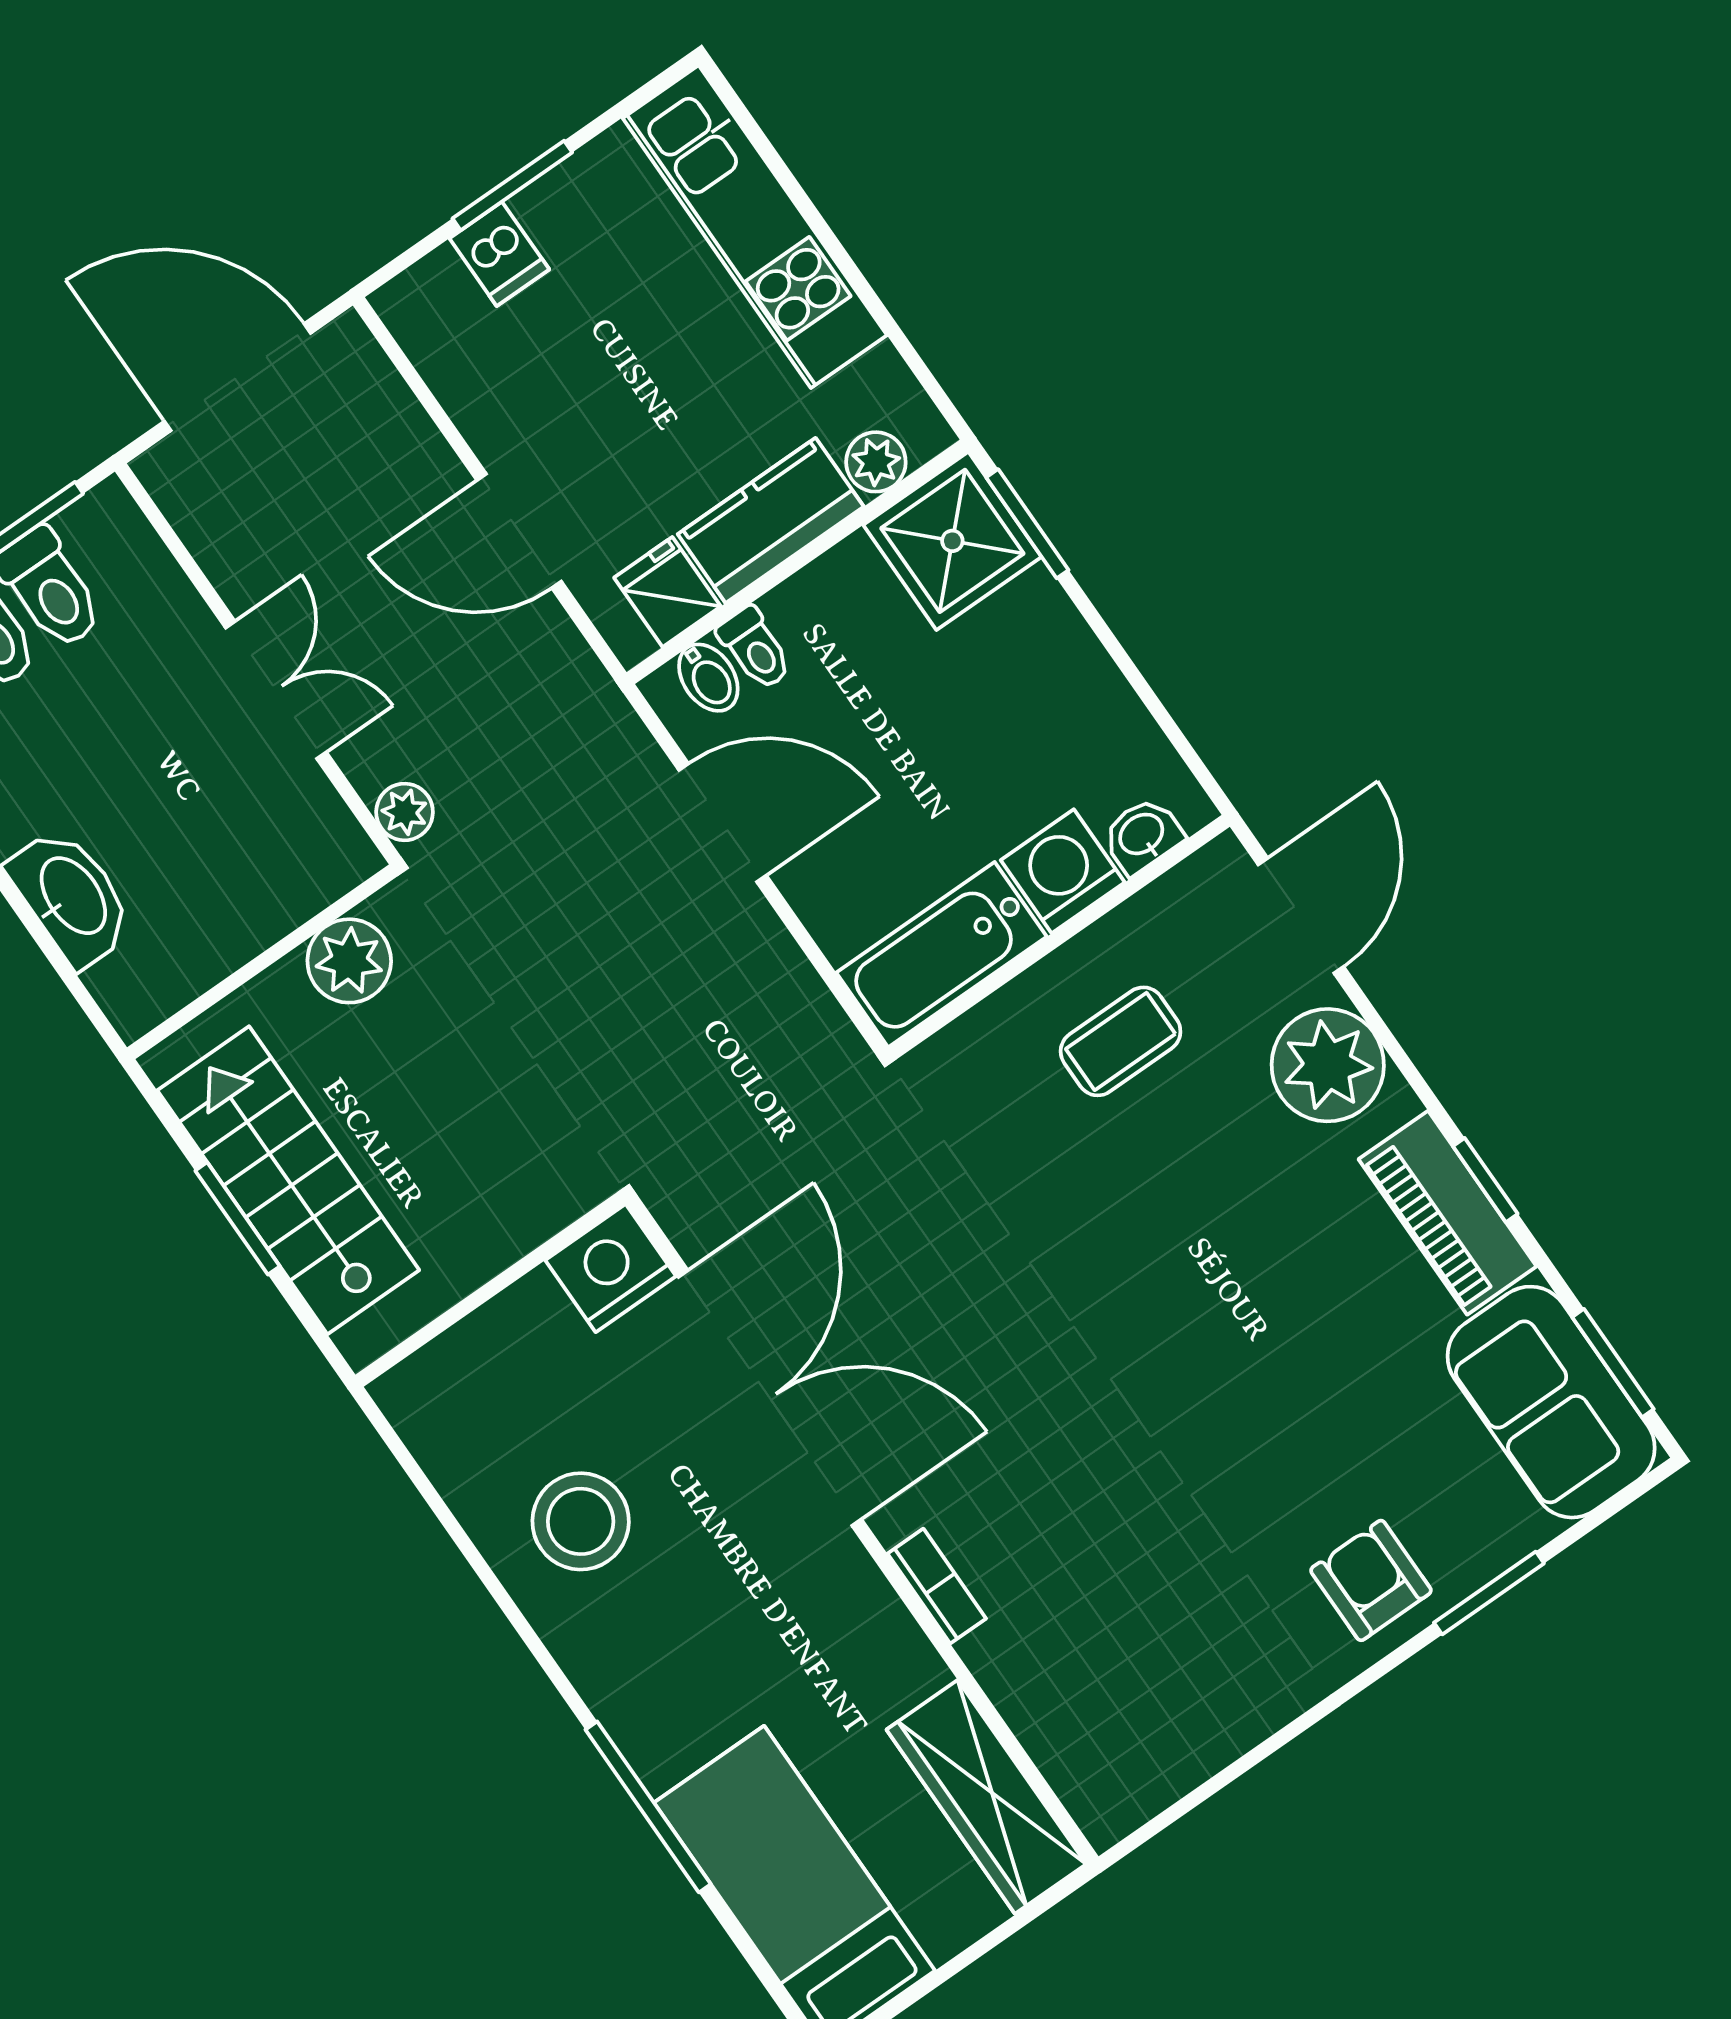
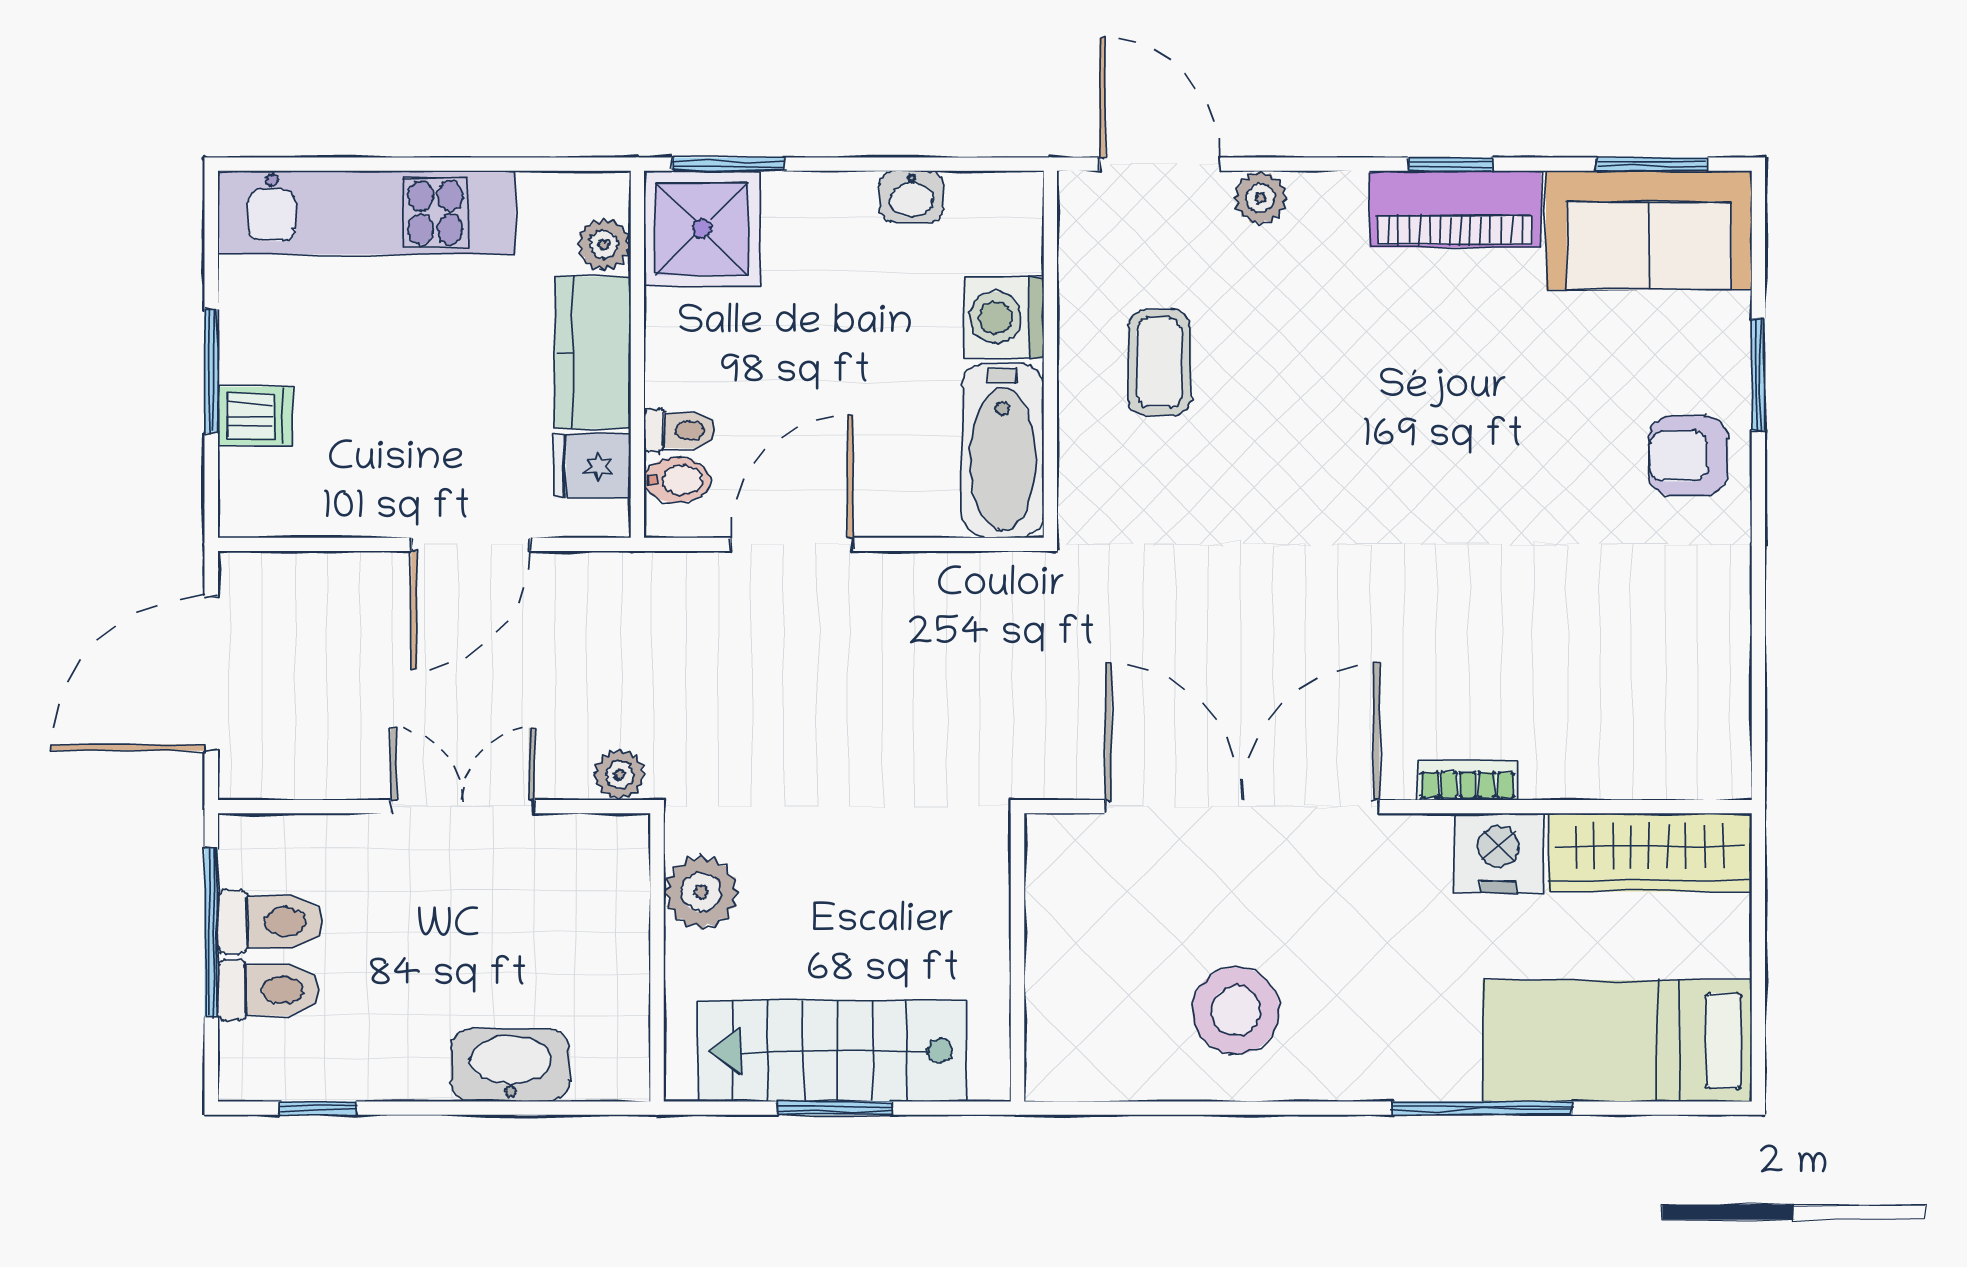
washbasin: (1142, 835) -> (912, 196), moved, turned -90
plant: (1328, 1065) -> (1260, 198), width x0.53, depth x0.53
nightstand: (611, 1268) -> (1498, 853), moved, turned 90

